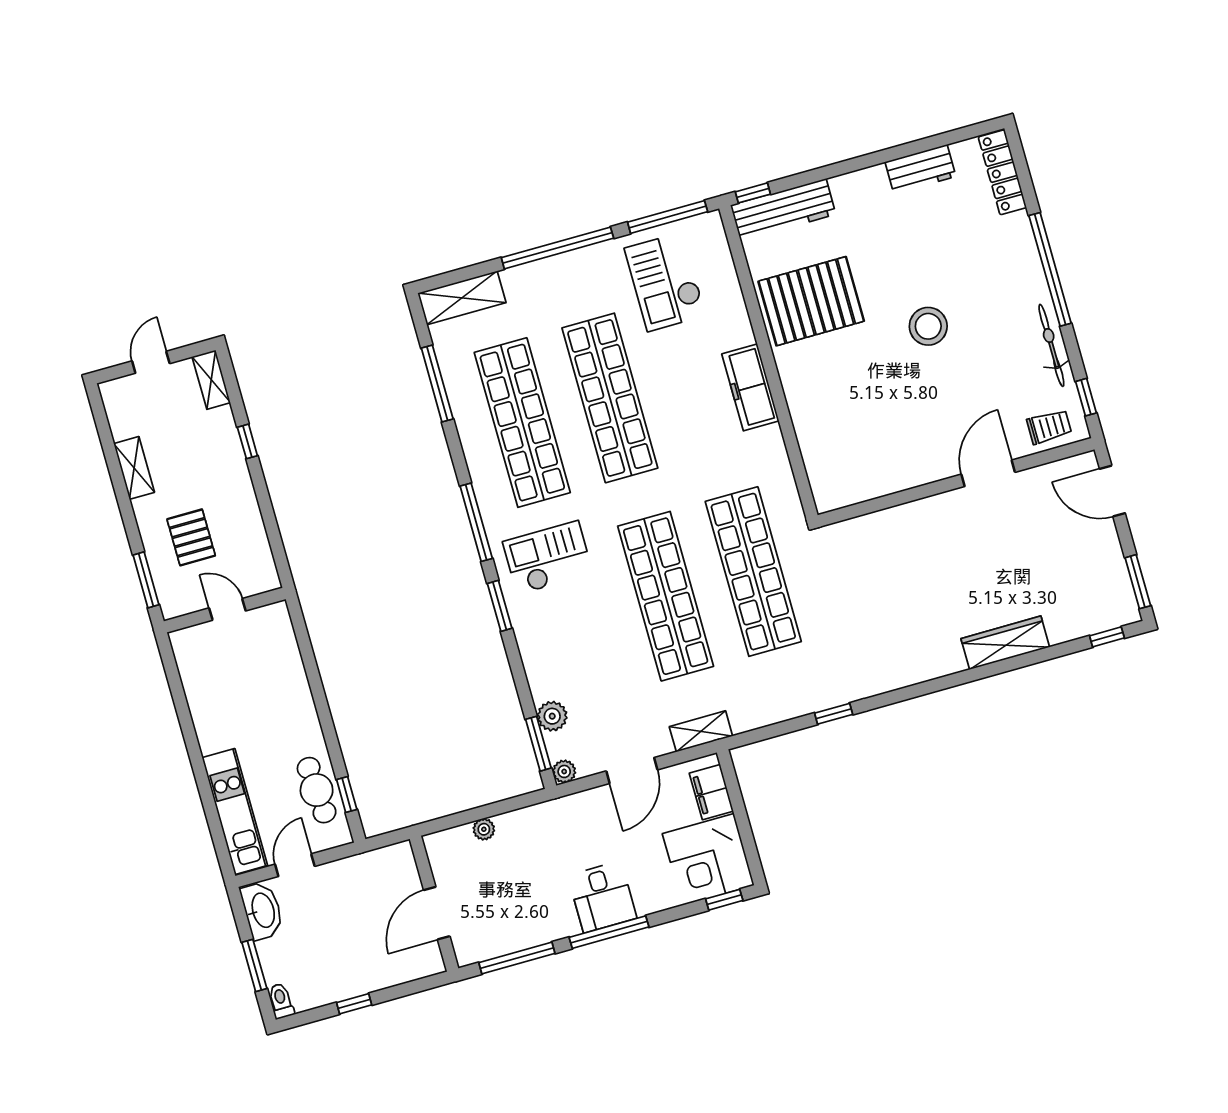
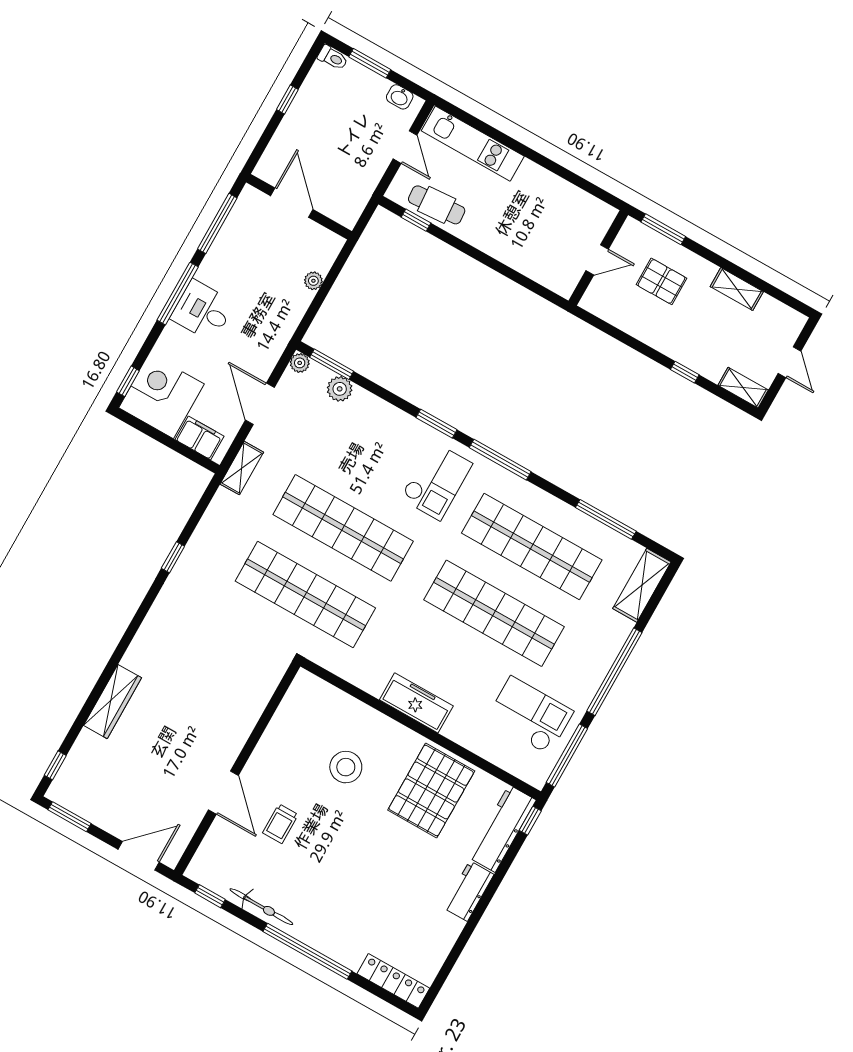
workbench: (920, 169) -> (469, 891), moved
stool: (928, 326) -> (346, 767), moved
trolley: (1049, 427) -> (280, 824), moved
washbasin: (262, 911) -> (400, 97), width x0.52, depth x0.69

